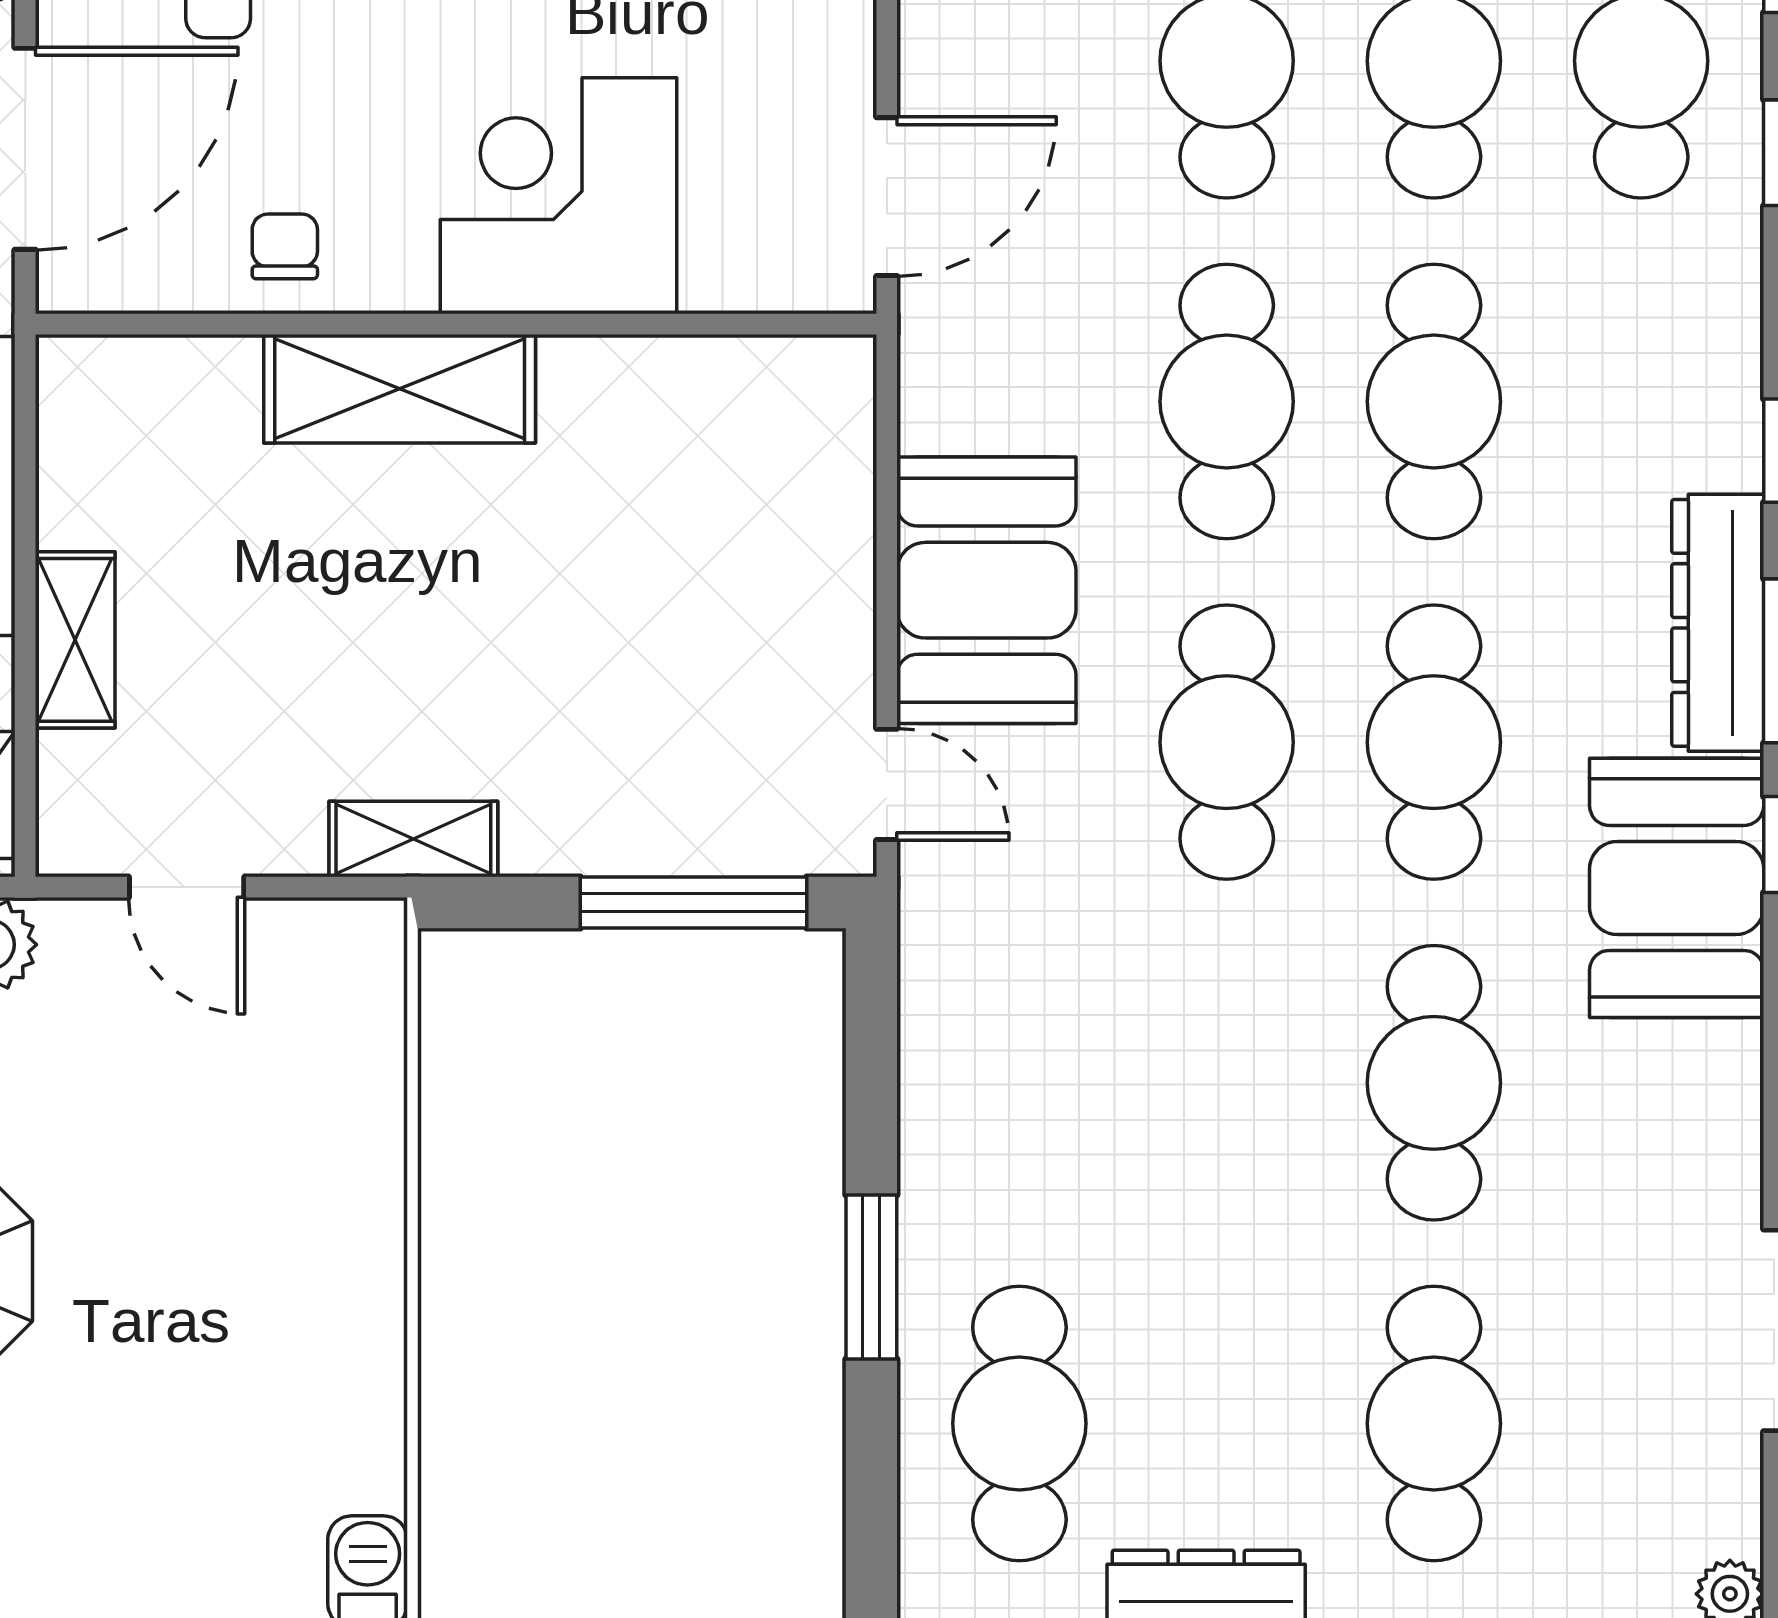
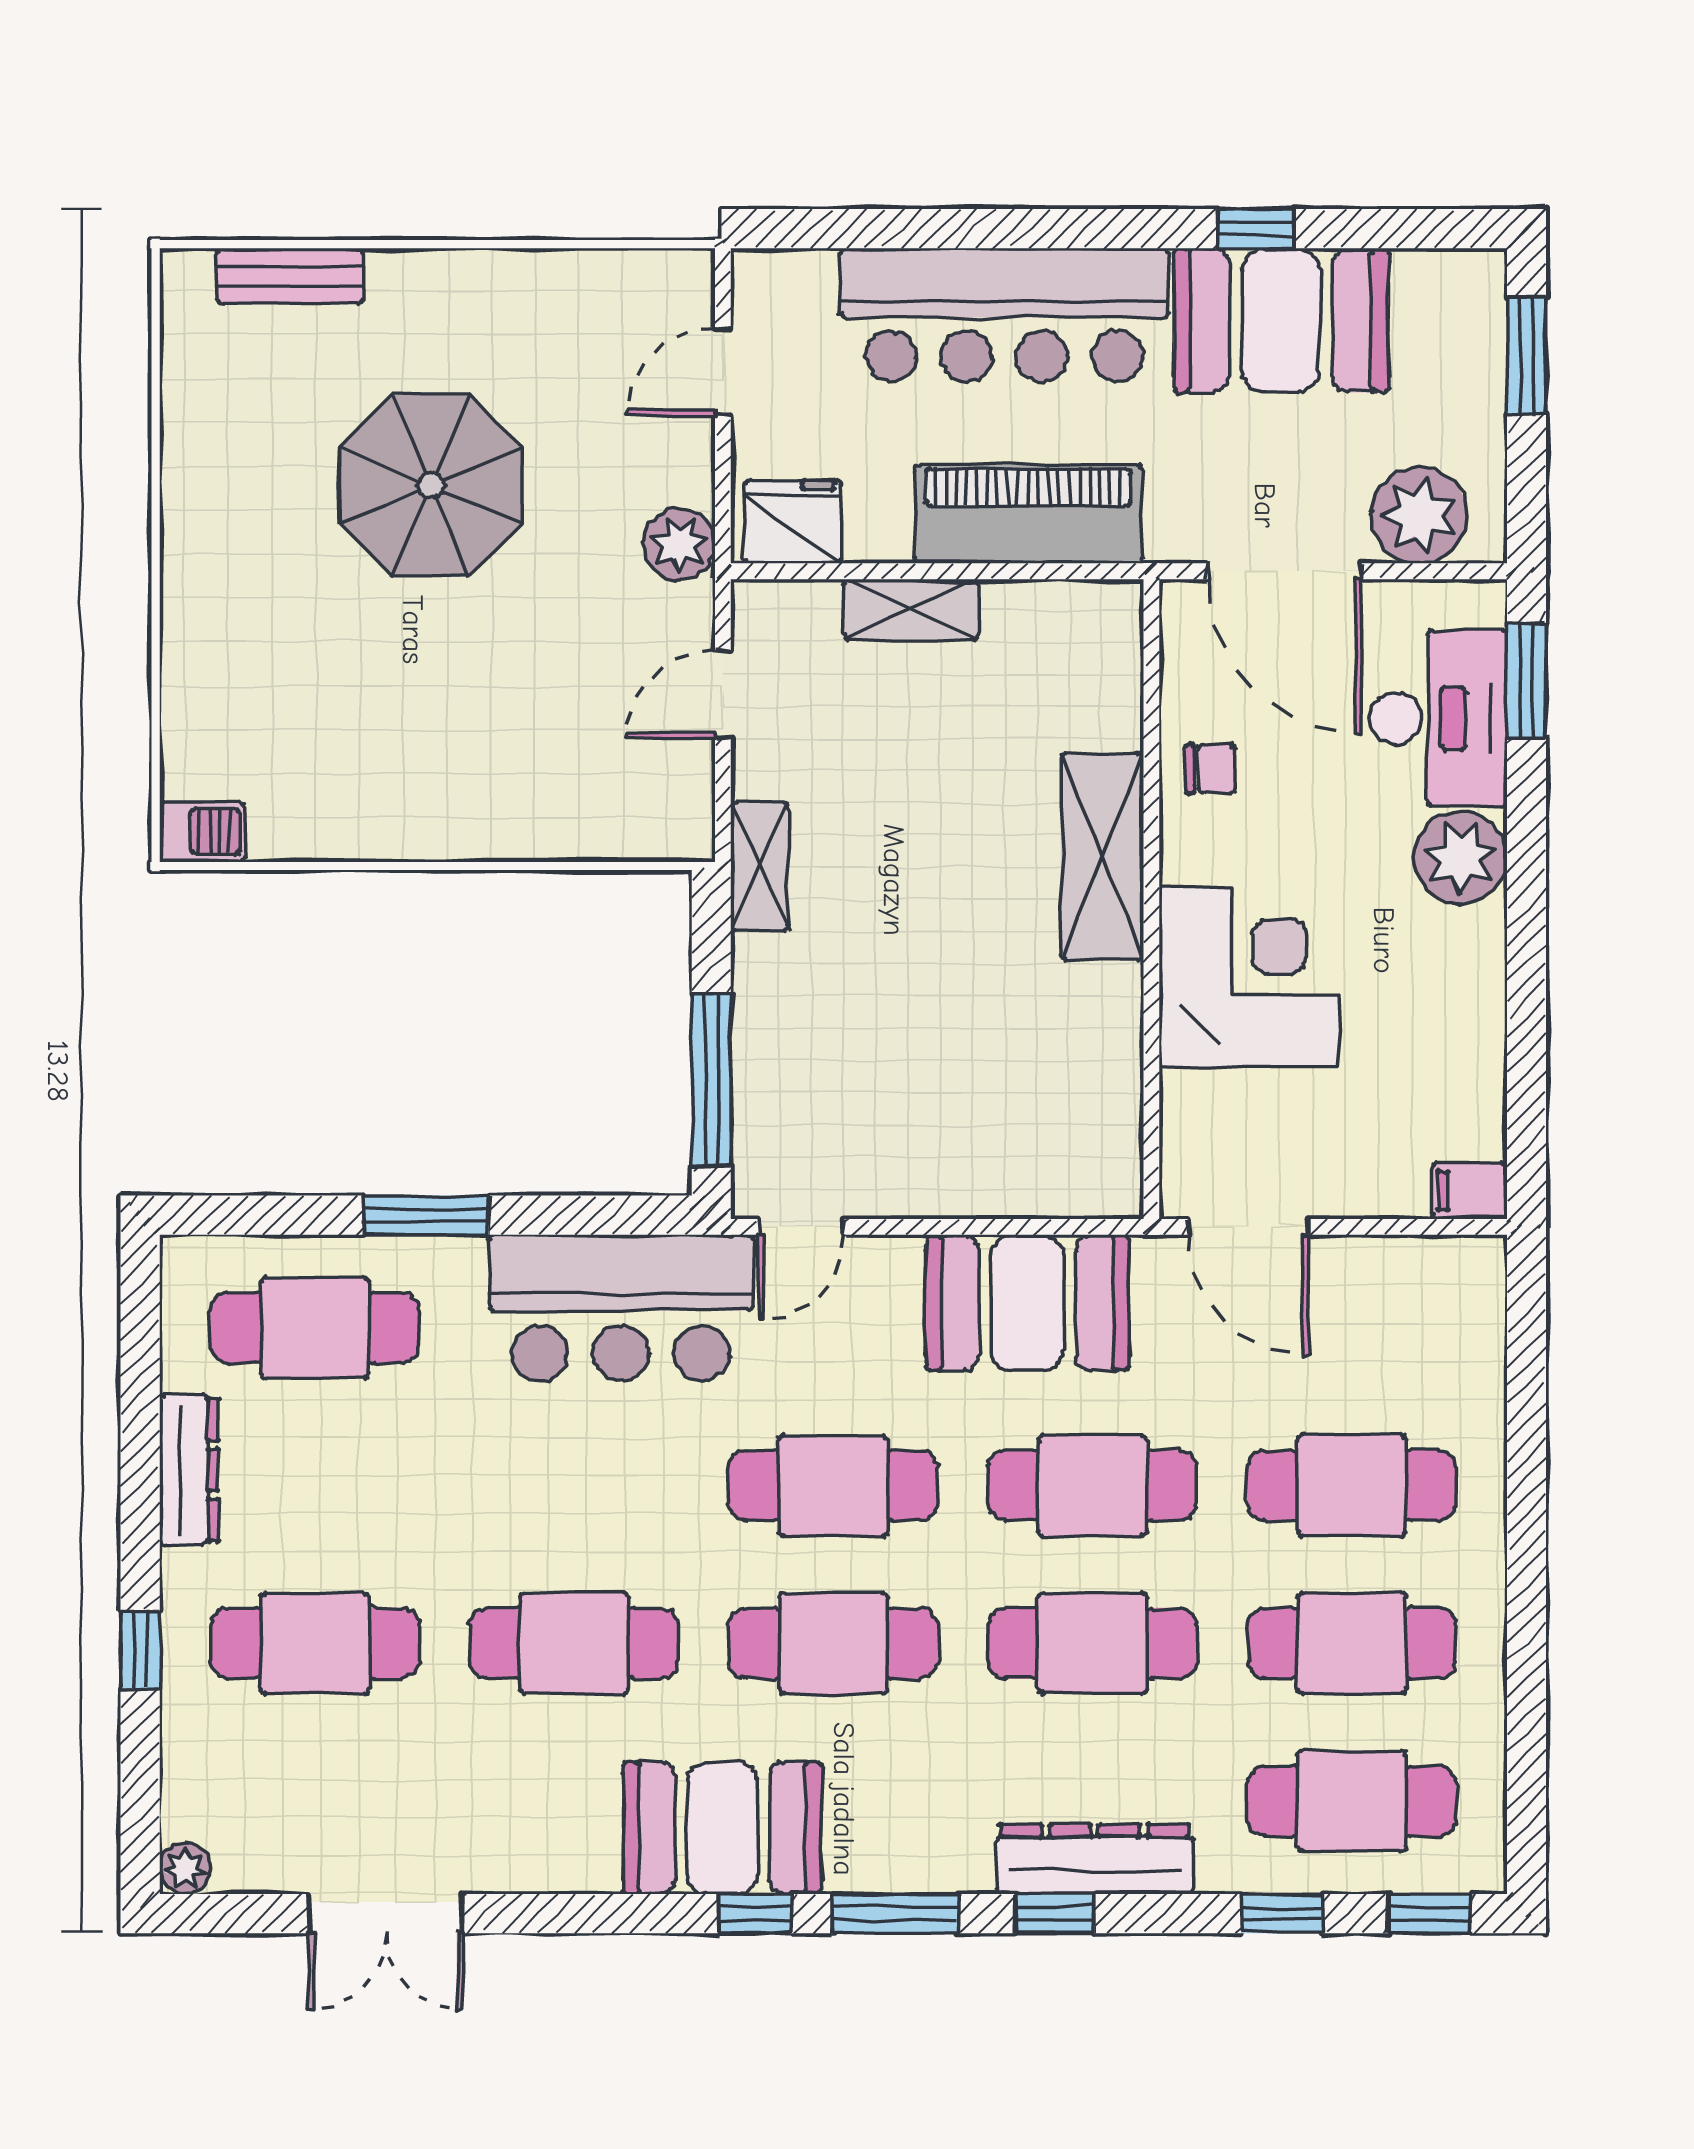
booth: (986, 590) -> (1027, 1303), moved
dresser: (1718, 623) -> (1095, 1859), moved
bar counter: (993, 1021) -> (621, 1308), added

